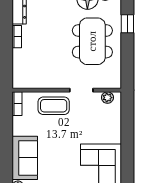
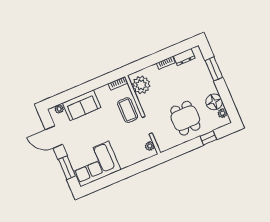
dining table: (92, 41) -> (185, 118), width x0.73
plant: (31, 77) -> (141, 85), added

